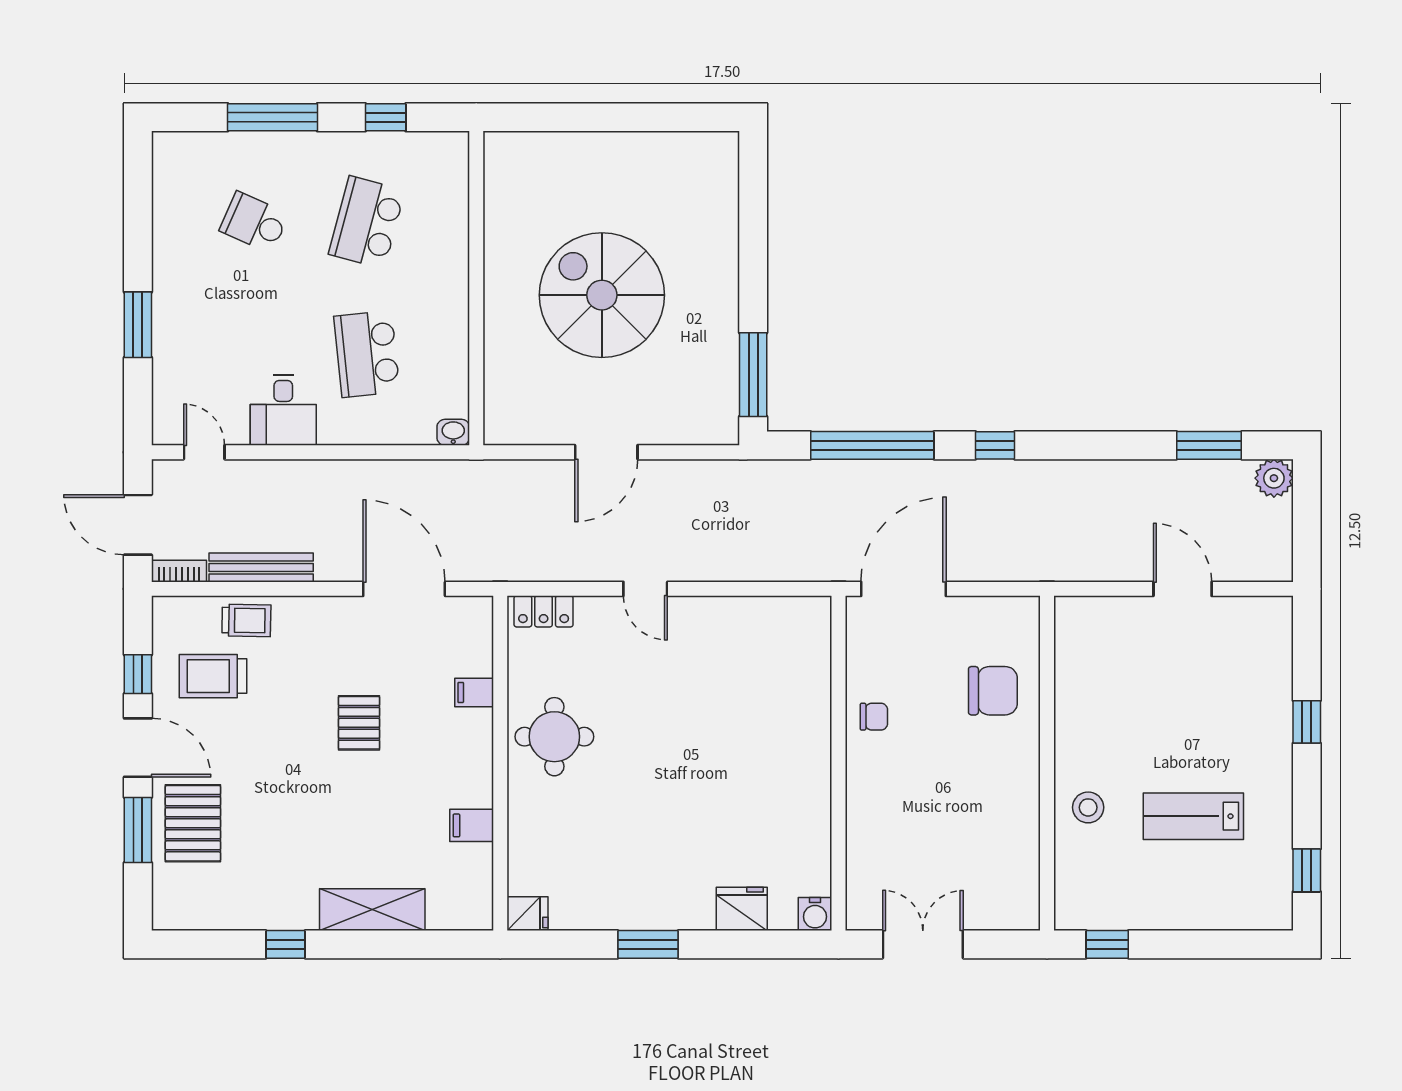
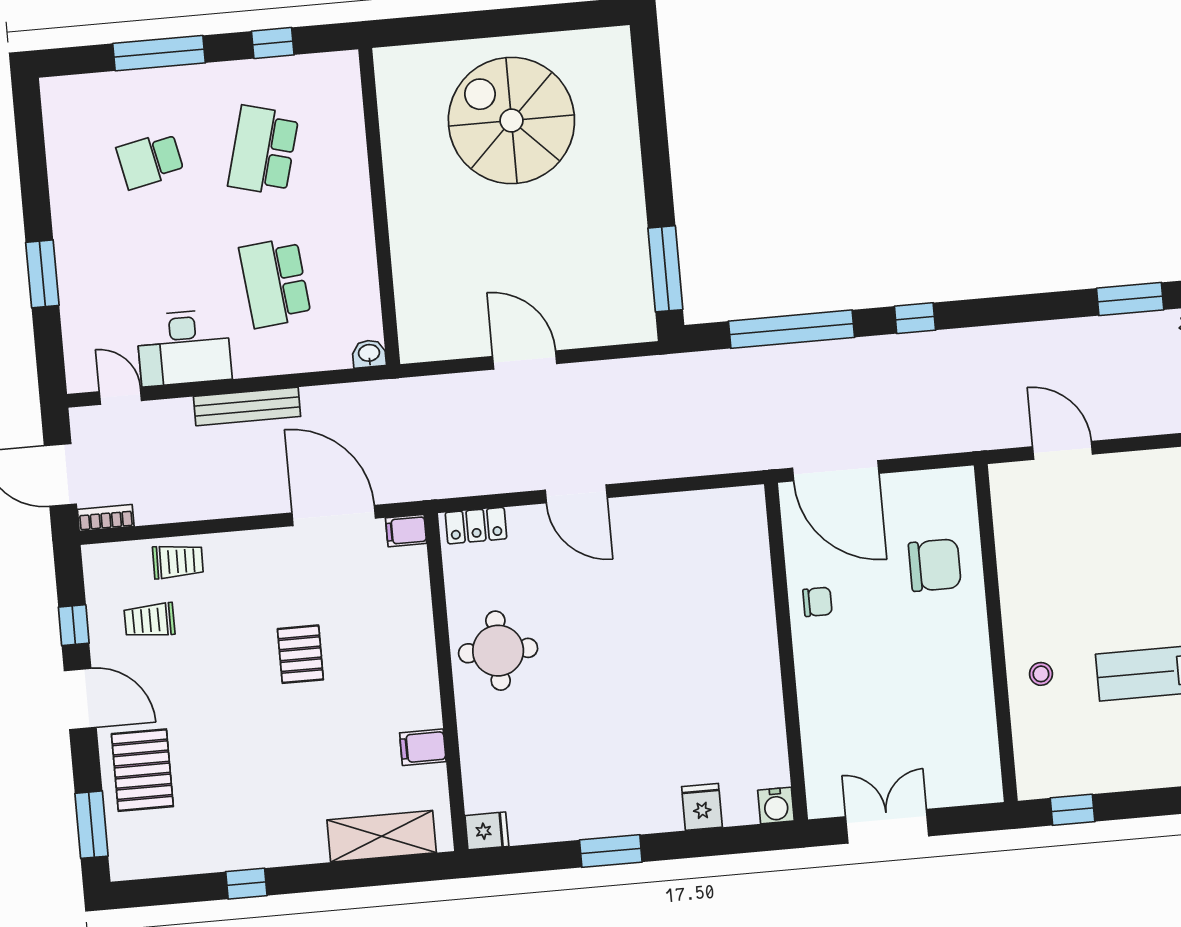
school desk: (254, 222) -> (150, 160), turned -36
spiral stairs: (602, 295) -> (511, 120), moved
desk: (283, 410) -> (184, 348), width x1.37
door: (606, 452) -> (525, 360), swing flipped
bench: (261, 567) -> (247, 406), moved
door: (645, 589) -> (576, 494), width x1.38
door: (903, 589) -> (836, 471), swing flipped
door: (1183, 589) -> (1063, 450), moved
trolley: (213, 676) -> (149, 620), width x0.73, depth x0.72
filing cabinet: (474, 692) -> (406, 531), moved
stool: (1088, 807) -> (1041, 674), width x0.73, depth x0.73
window: (138, 830) -> (92, 825), moved
fridge: (742, 909) -> (702, 807), width x0.72
shelving: (372, 910) -> (382, 836), moved

